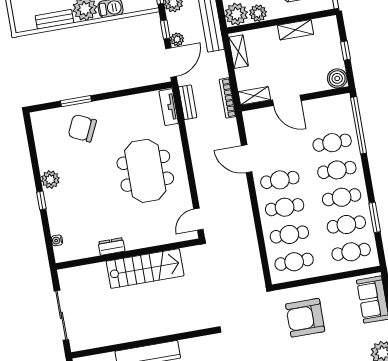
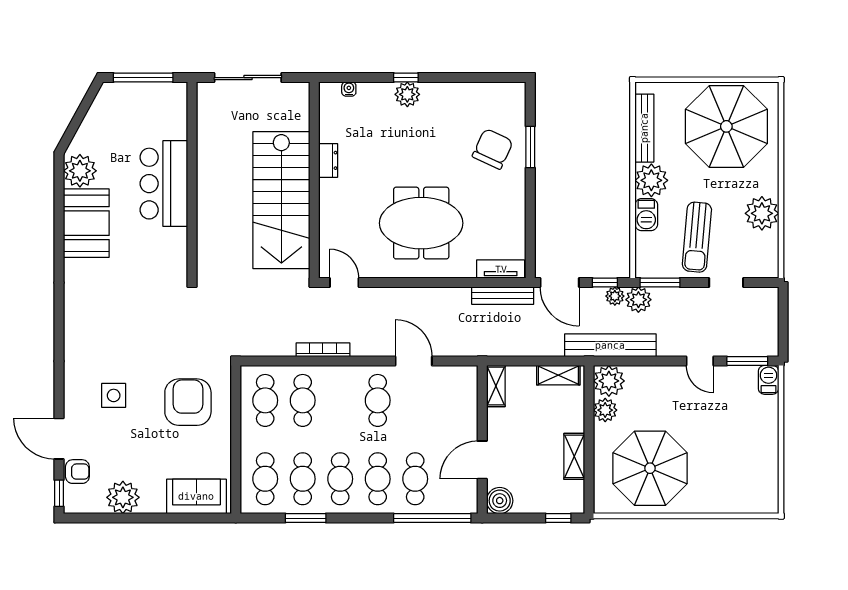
bench: (54, 19) -> (644, 128), width x1.36
plant: (177, 39) -> (615, 296), moved
window: (345, 51) -> (558, 518), moved
bookcase: (228, 98) -> (323, 350), moved
door: (287, 100) -> (482, 460), moved
bench: (188, 102) -> (503, 296), width x1.36
door: (247, 159) -> (414, 361), hinge flipped
plant: (50, 179) -> (407, 94), moved
cafe table: (285, 207) -> (340, 400), removed
stairs: (145, 268) -> (281, 200), width x1.36, depth x1.51

